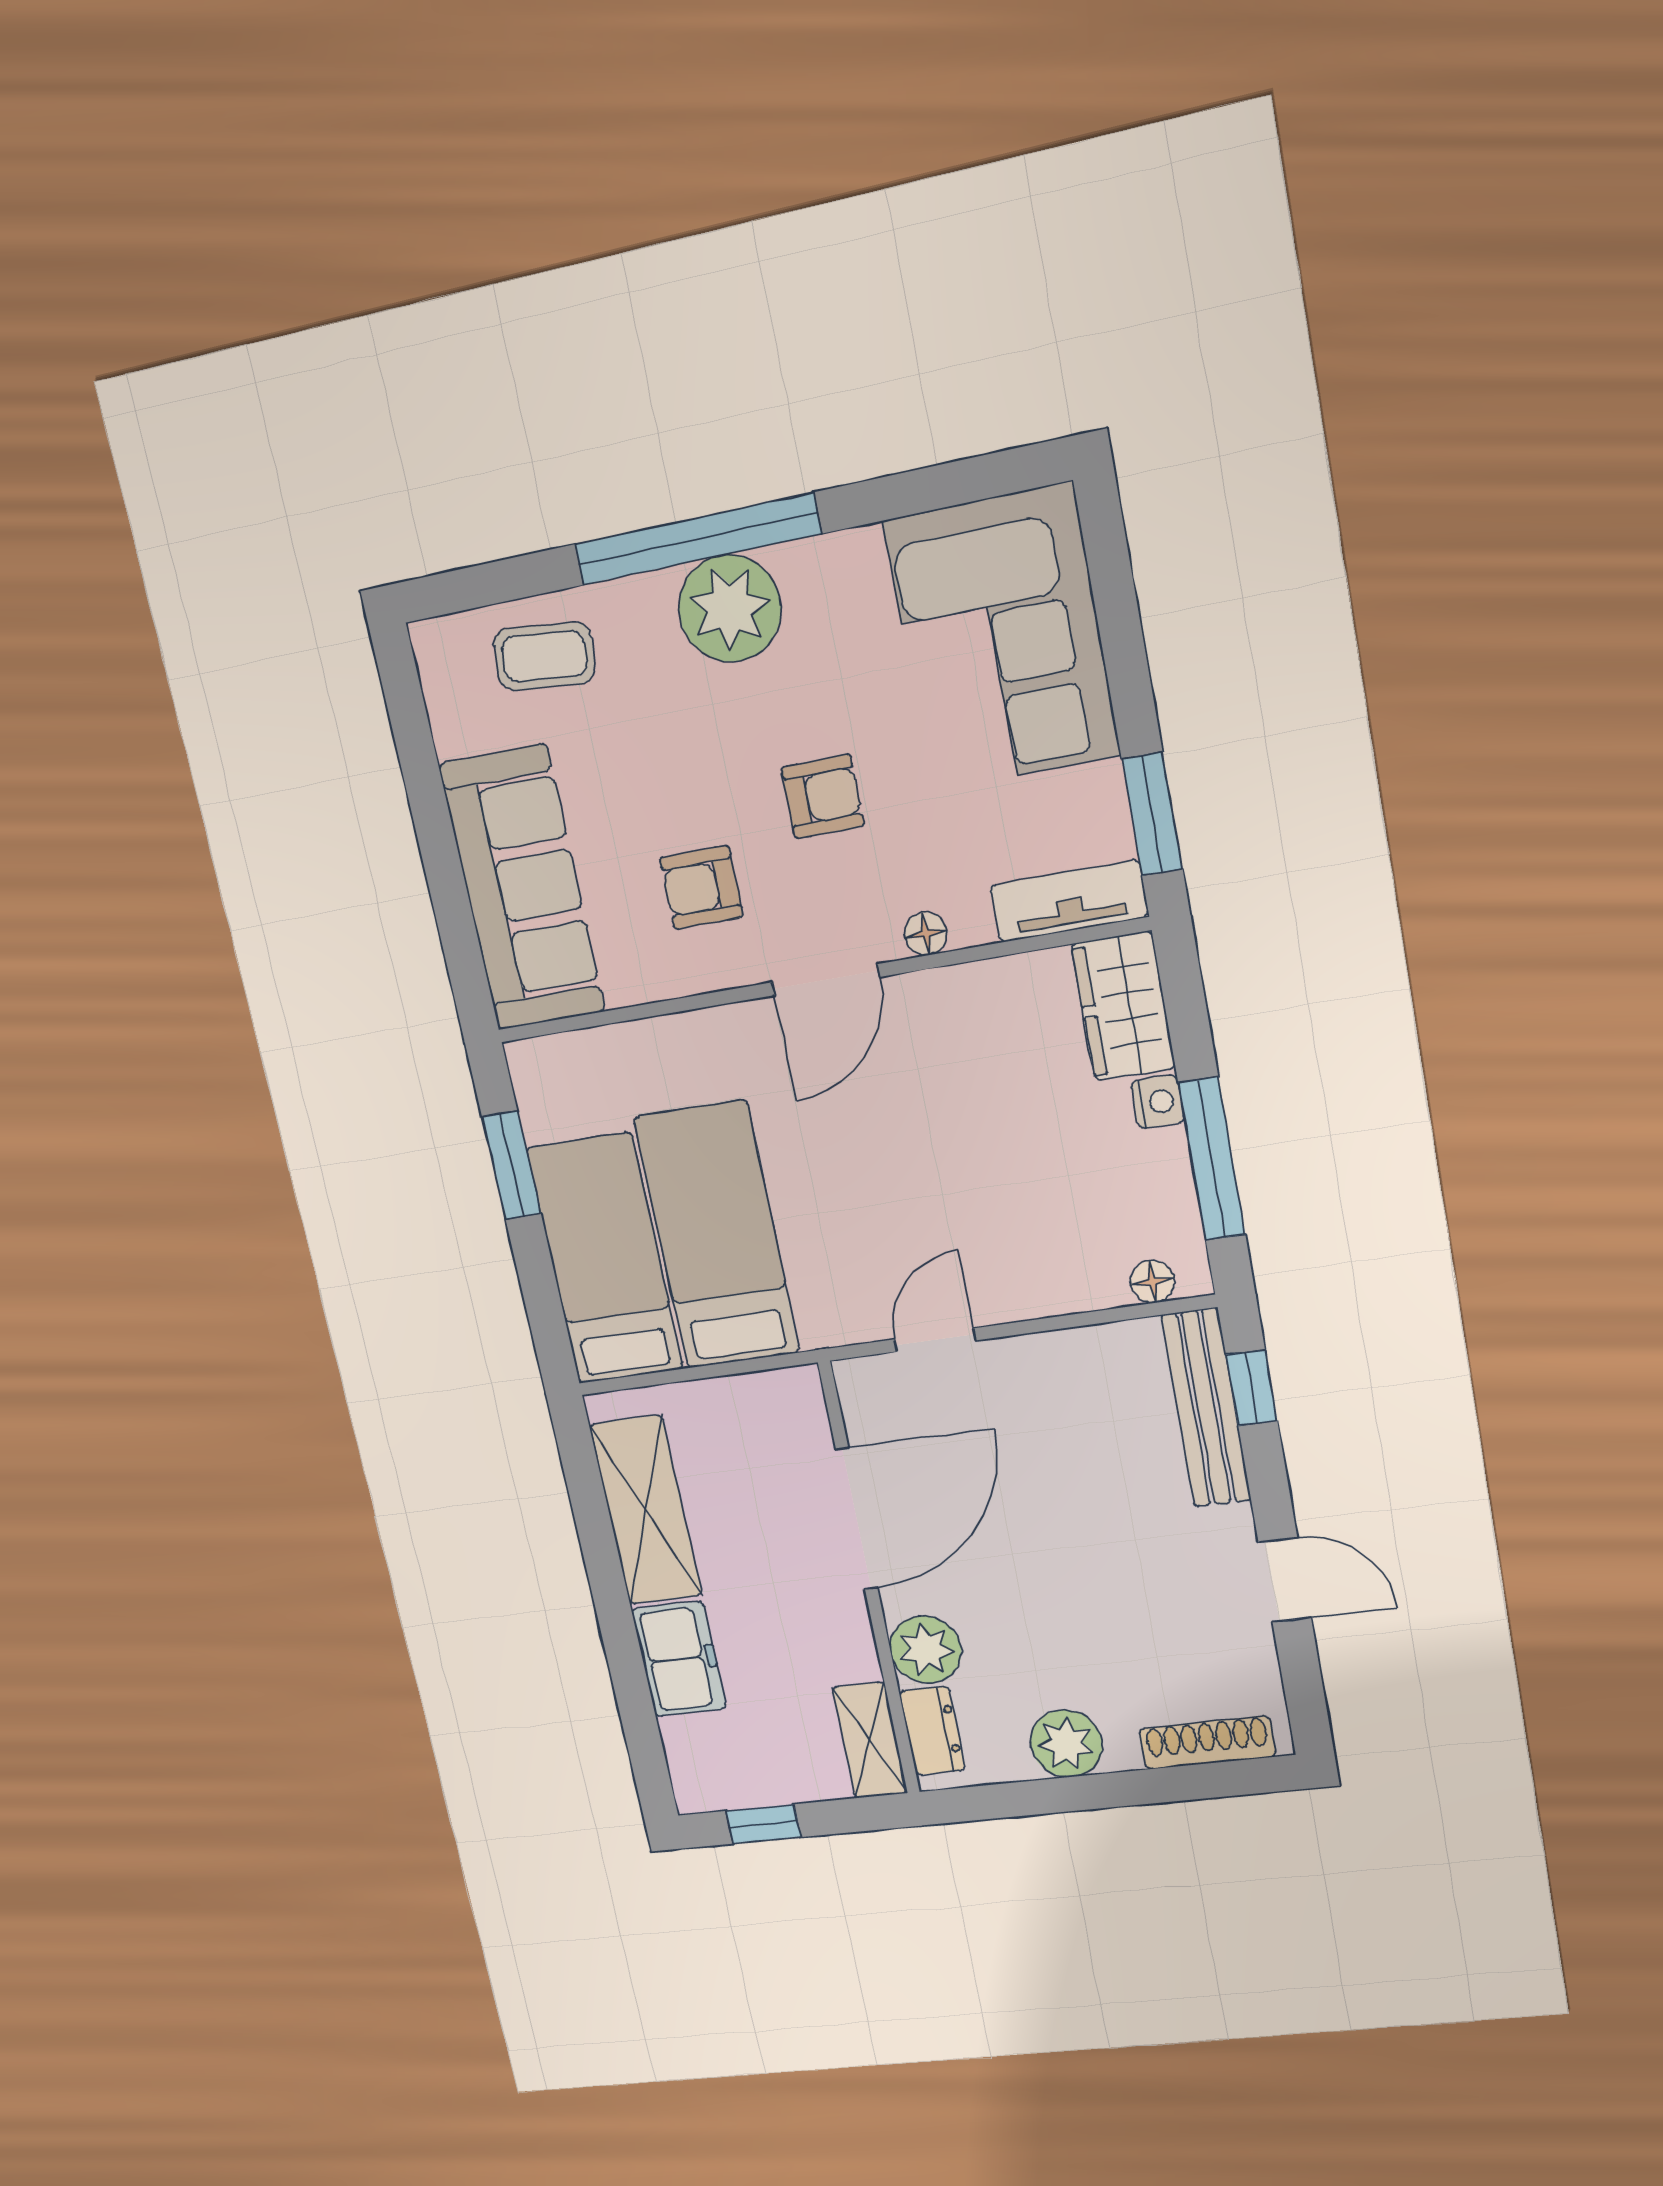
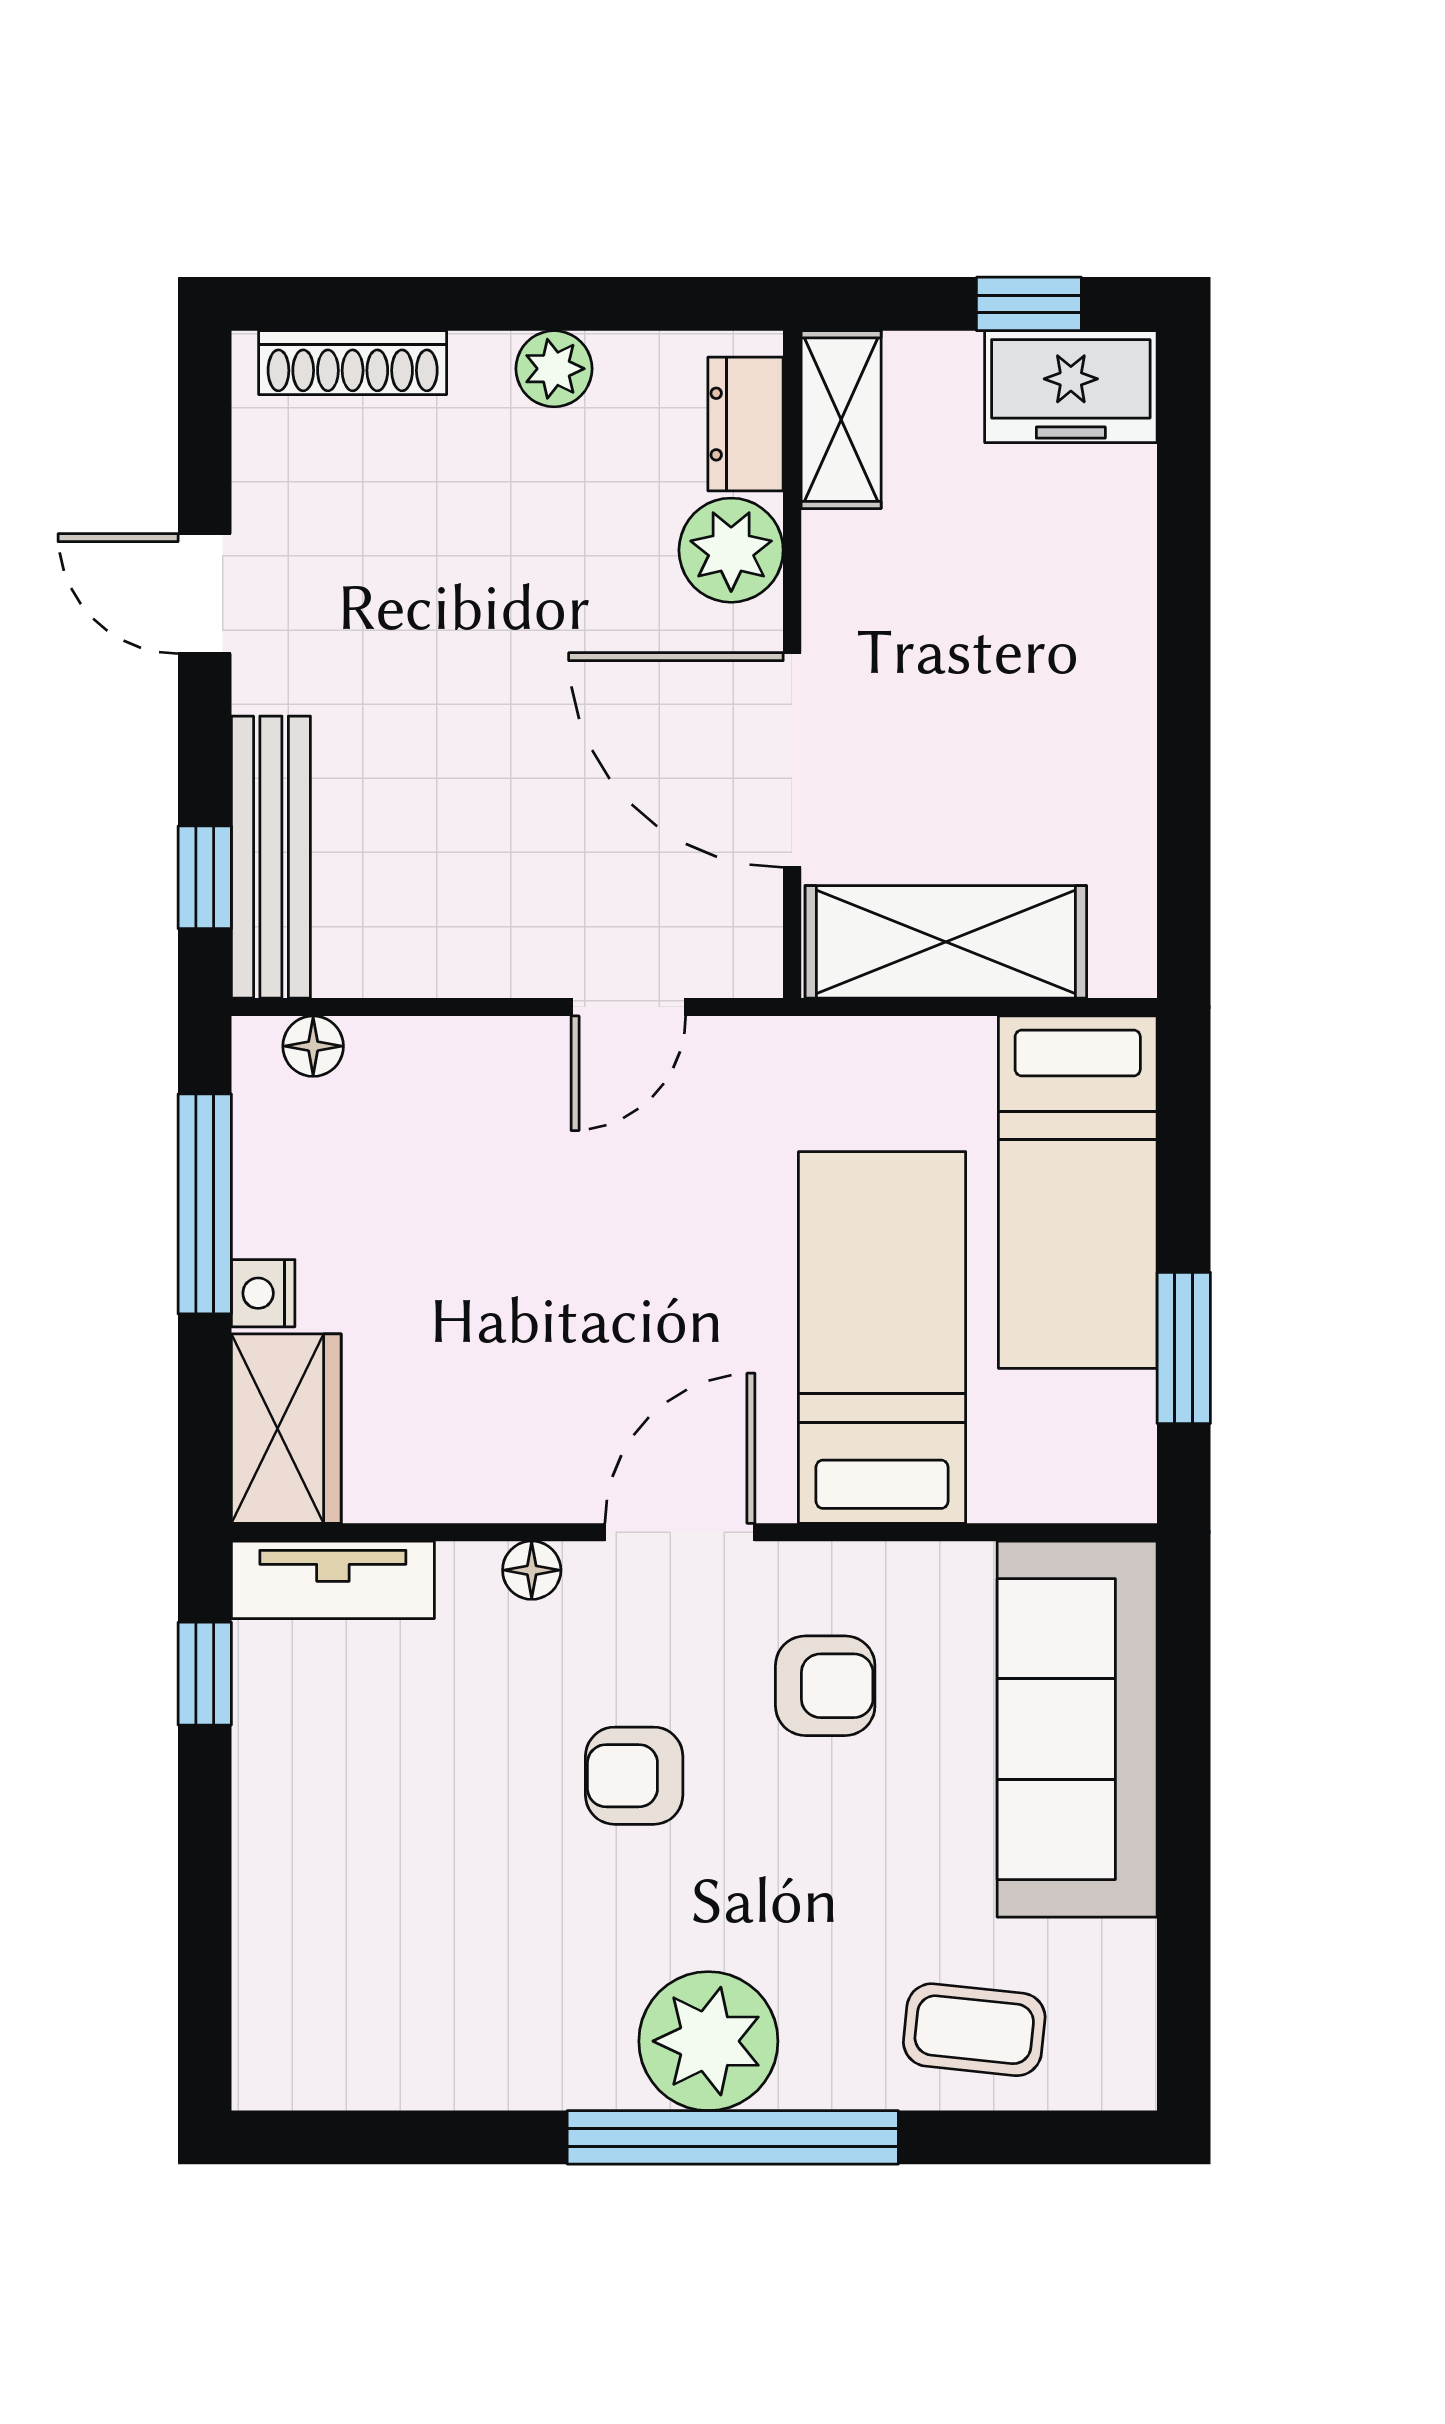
corner sofa: (1002, 638) -> (358, 1933), removed
window: (1152, 814) -> (205, 1674), width x0.67
bed: (717, 1235) -> (882, 1337), moved, turned 180
shelving: (646, 1510) -> (946, 942), moved, turned 90
door: (857, 1519) -> (792, 760), hinge flipped
freezer: (679, 1659) -> (1071, 387), moved, turned -90
plant: (1066, 1744) -> (554, 369), width x0.73, depth x0.73

